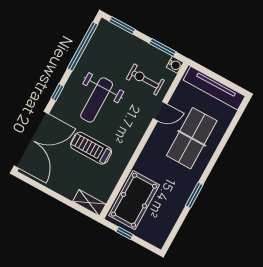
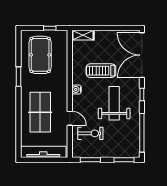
water cooler: (175, 65) -> (76, 89), moved
door: (160, 111) -> (70, 118), swing flipped
treadmill: (91, 148) -> (101, 71), turned 180
pool table: (134, 200) -> (40, 55), moved

